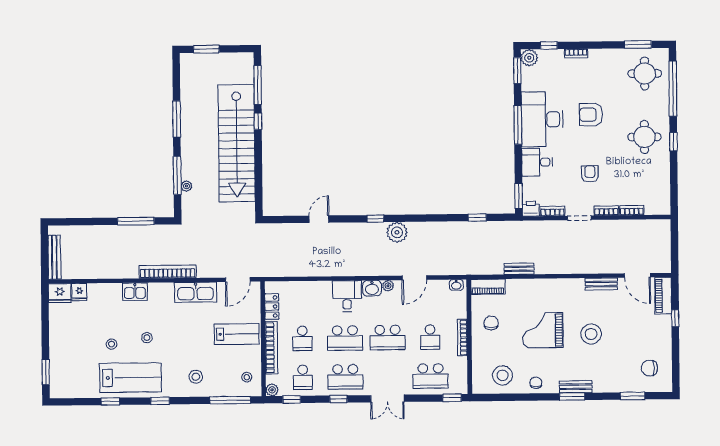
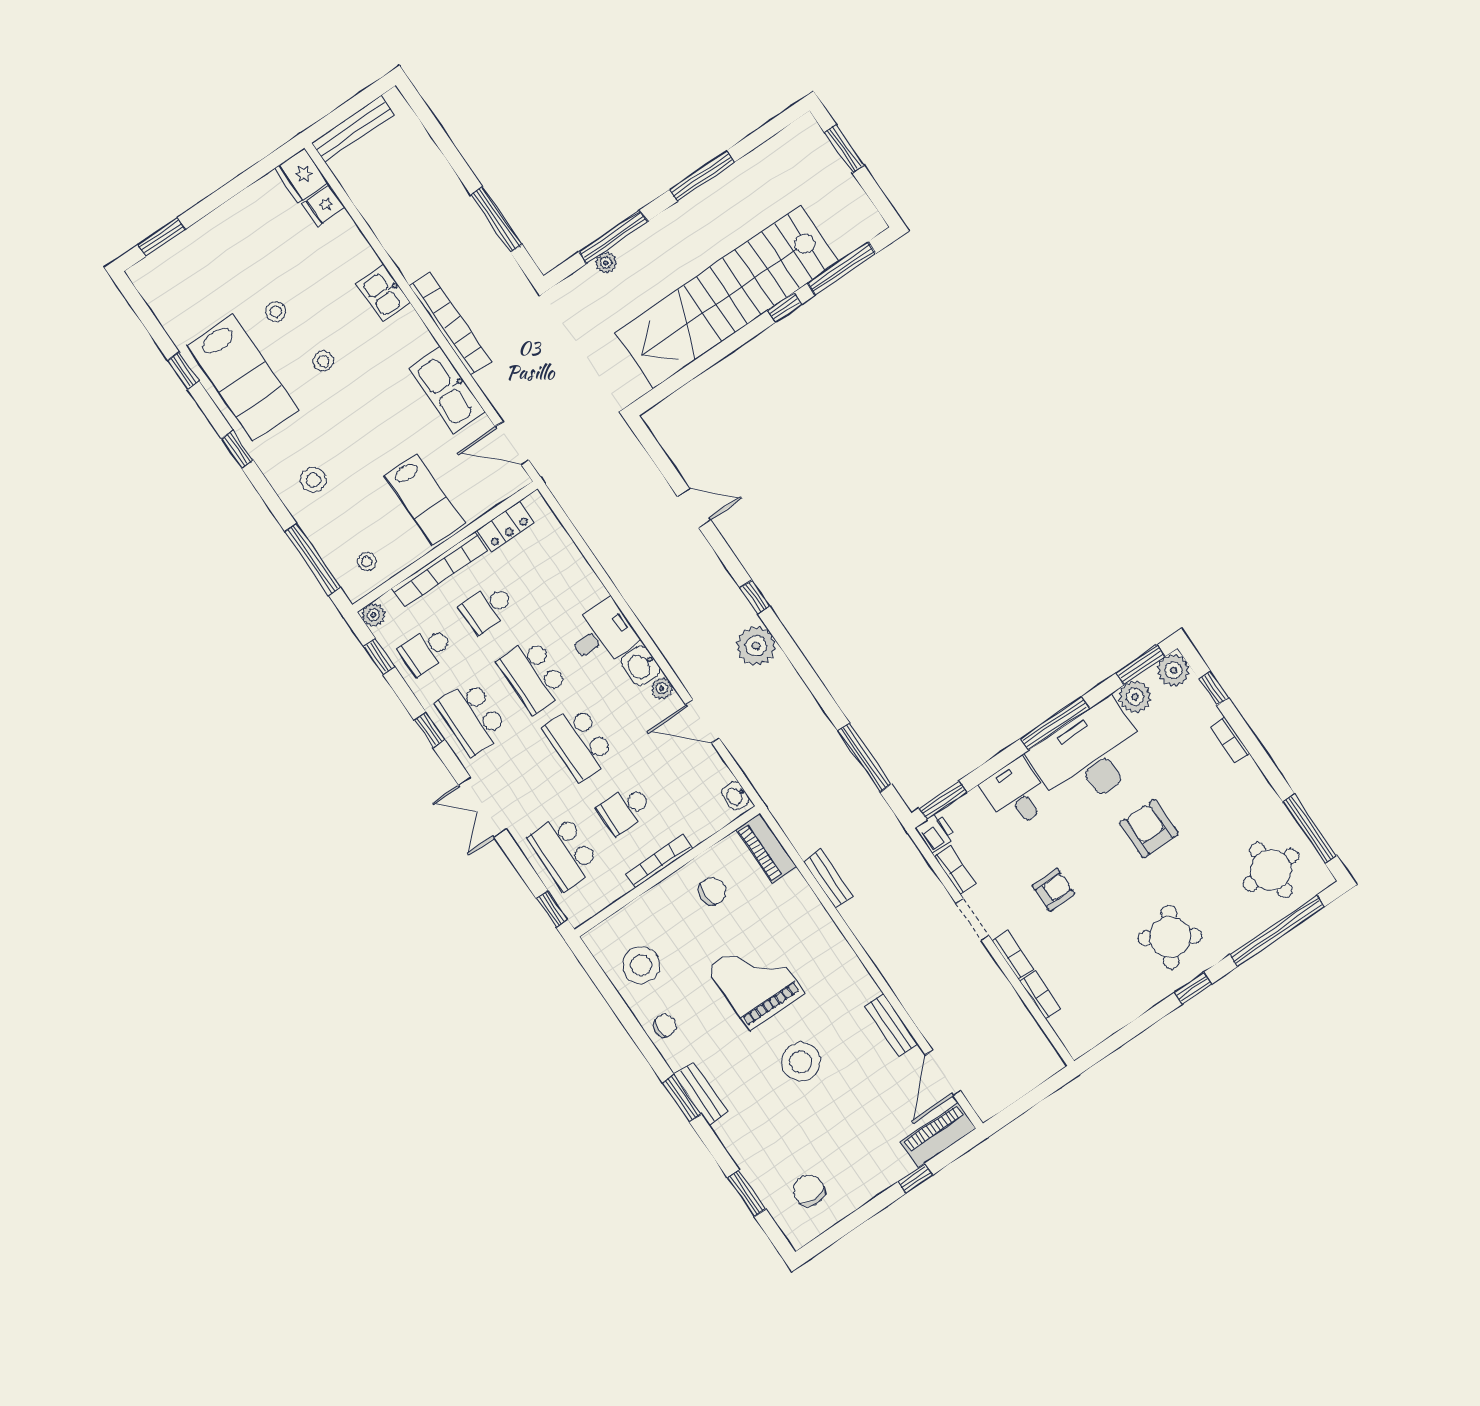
window: (638, 45) -> (1310, 829), width x1.44
plant: (530, 82) -> (1135, 697), added
round table: (644, 137) -> (1170, 937), turned 32
window: (477, 218) -> (865, 757), width x2.17

